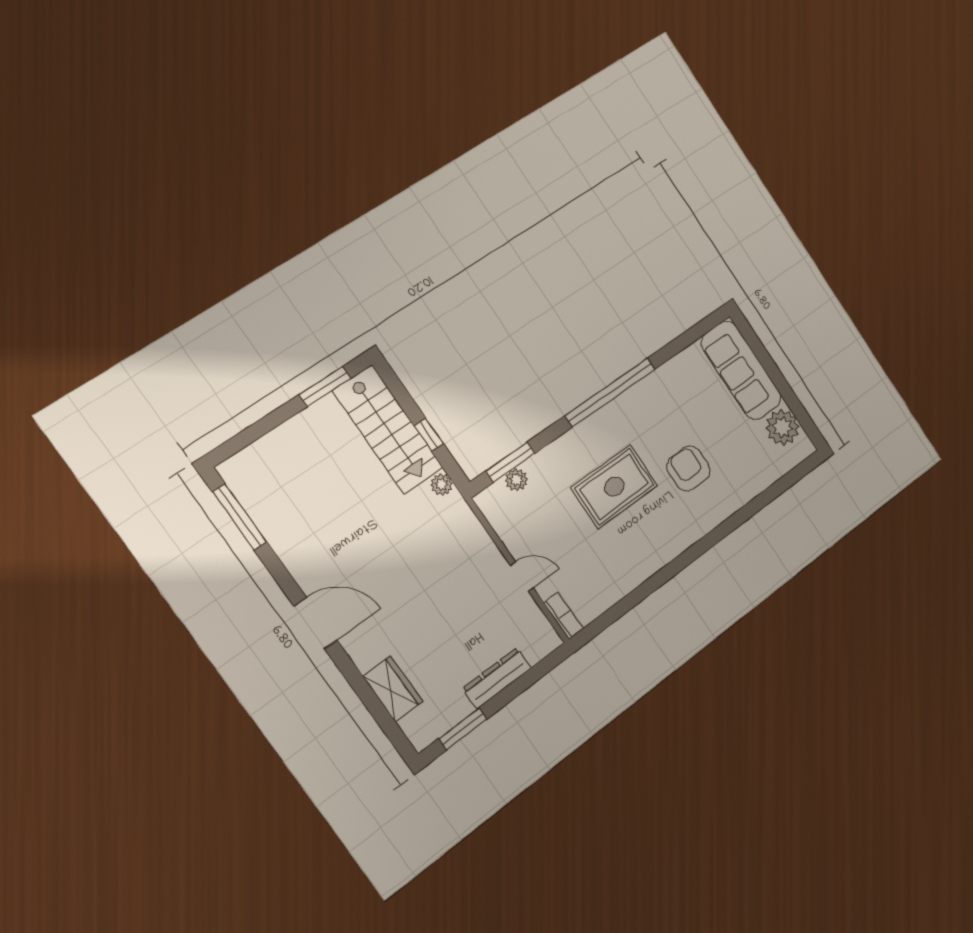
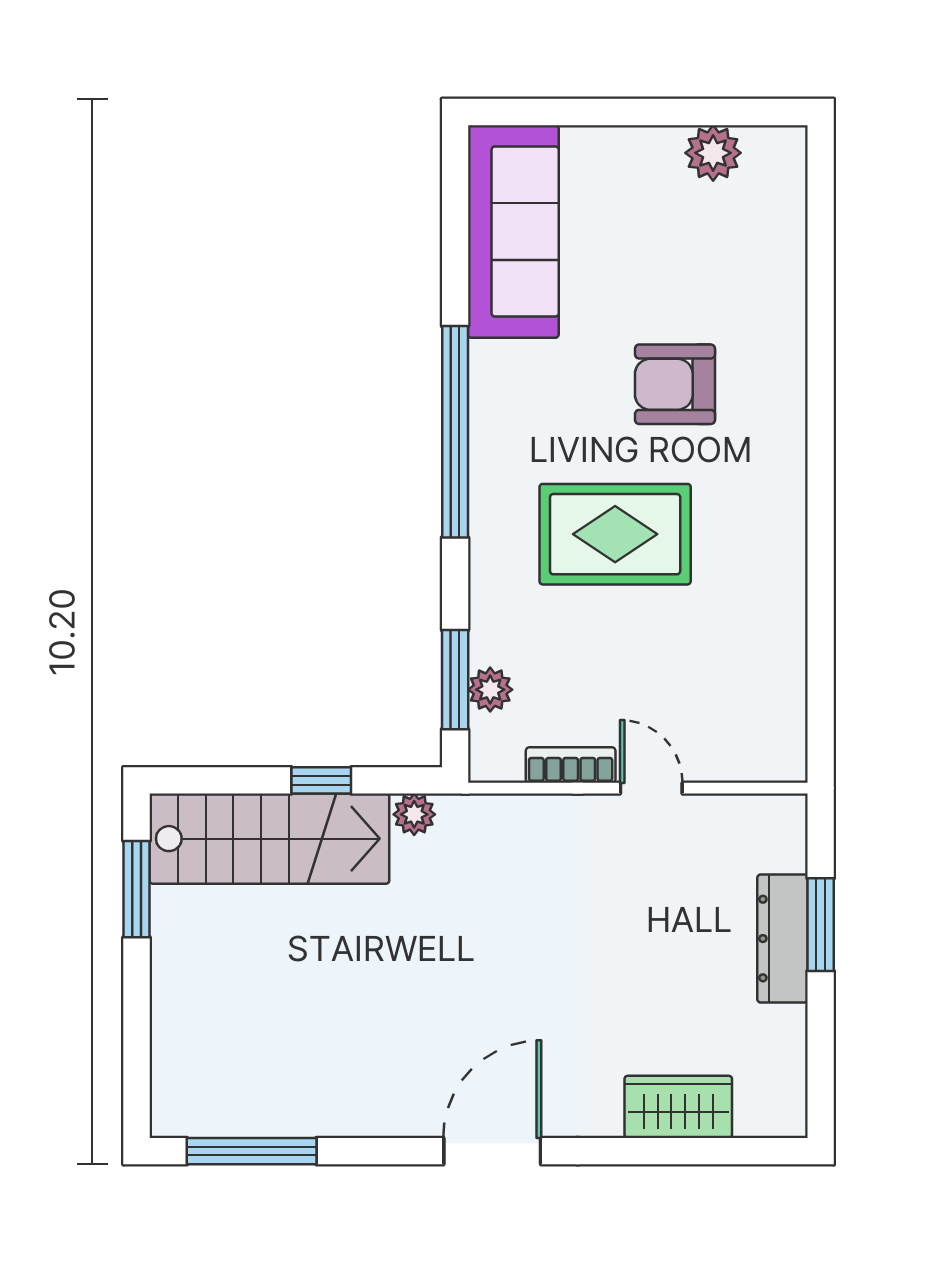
sofa: (741, 370) -> (513, 231), moved, turned -90
plant: (782, 427) -> (713, 153), width x0.73, depth x0.73
rug: (614, 487) -> (615, 534), turned 90
door: (522, 577) -> (651, 788), hinge flipped
bookcase: (563, 616) -> (571, 765), moved
window: (463, 729) -> (821, 925), moved

